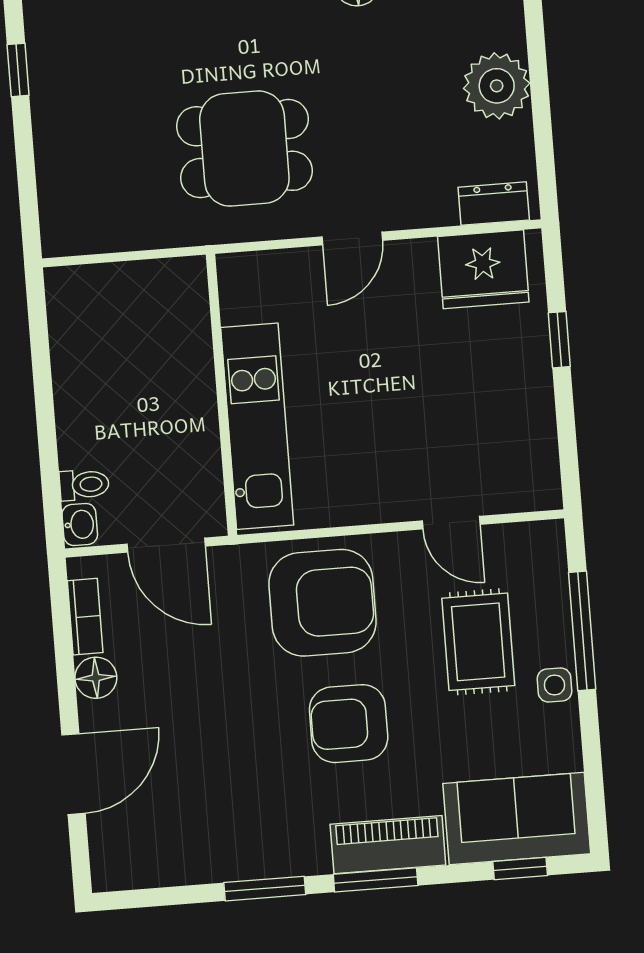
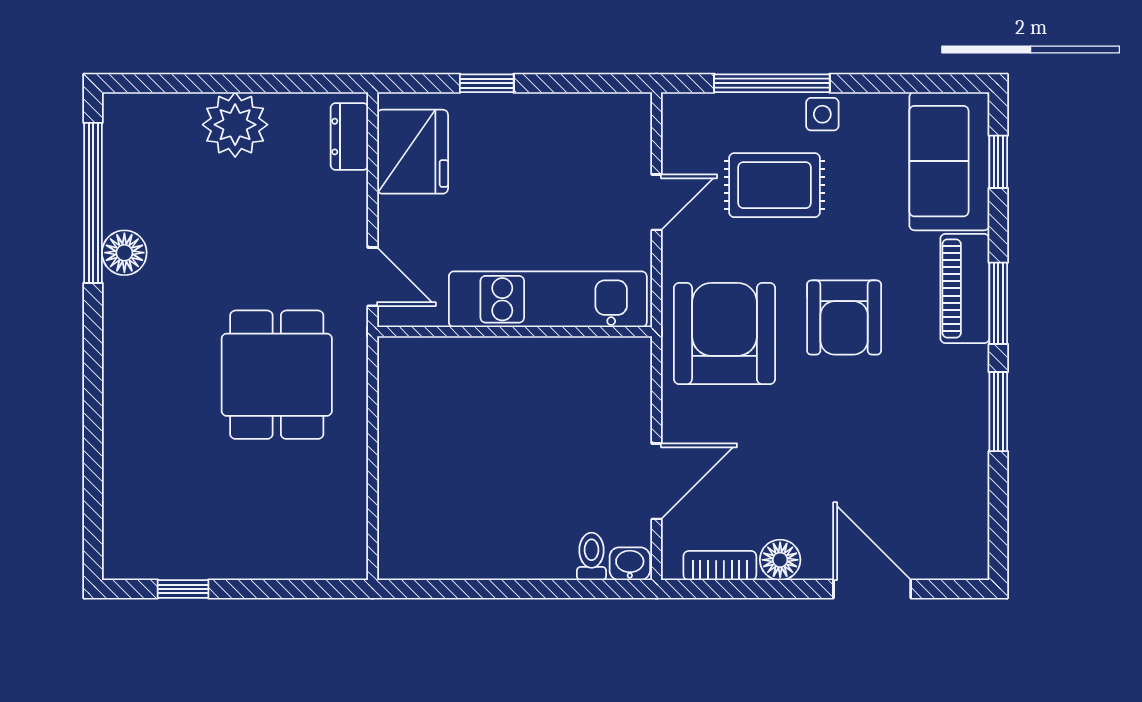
wall: (222, 395) -> (515, 332), moved
kitchen unit: (257, 426) -> (548, 299), moved

